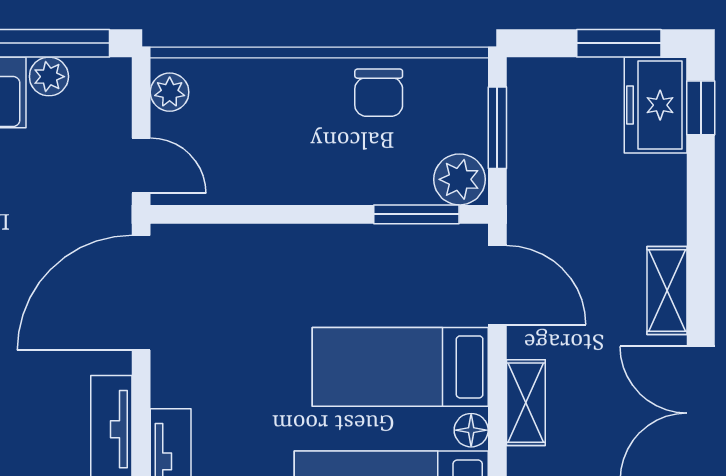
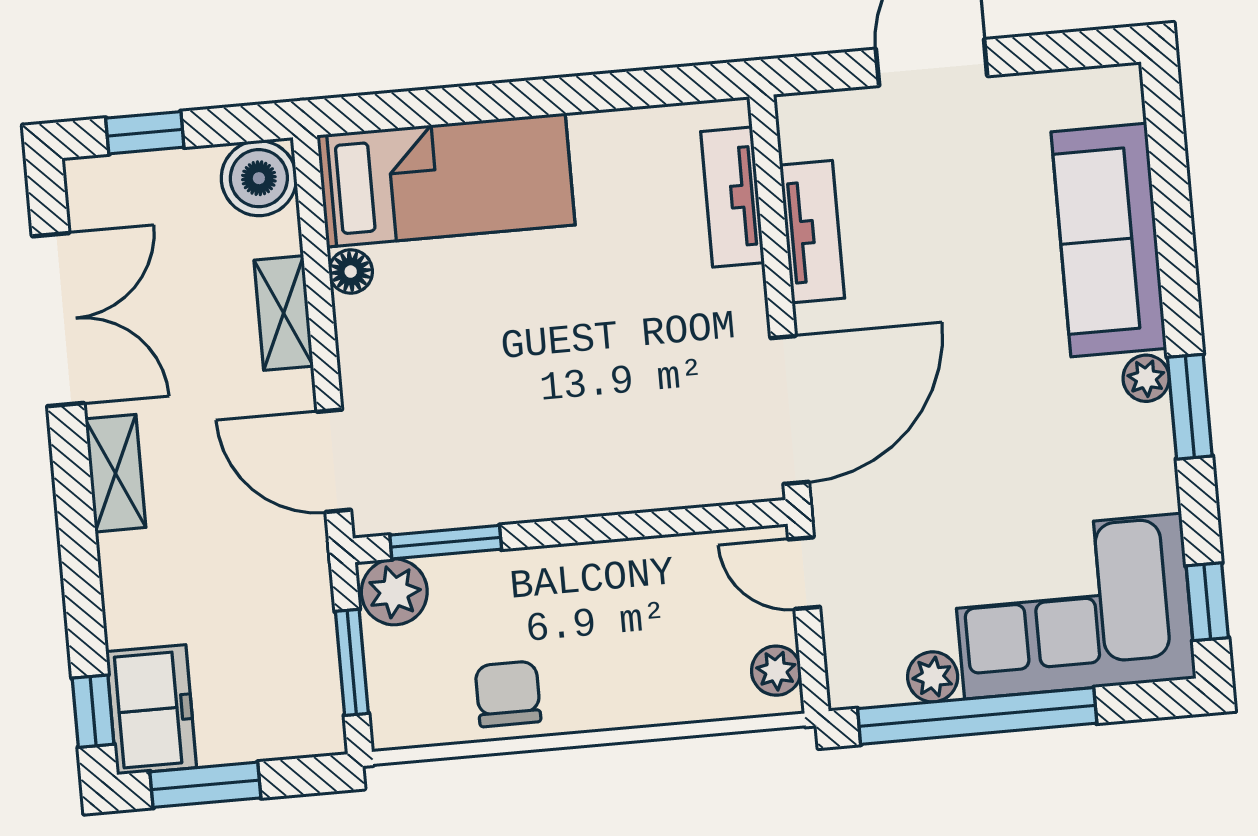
bed: (400, 367) -> (449, 345), removed

